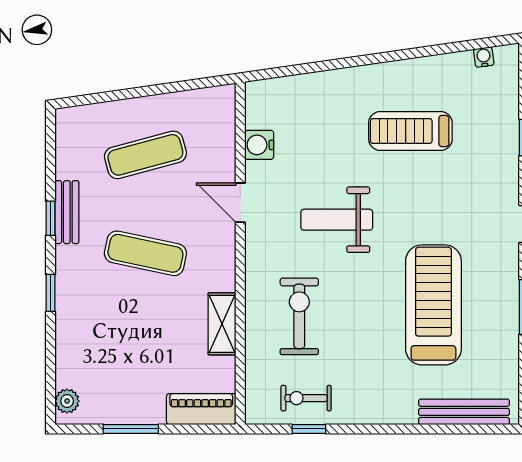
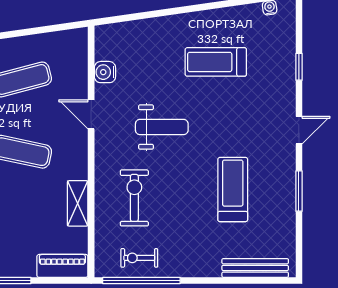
weight bench: (337, 220) -> (162, 127), turned 180
treadmill: (433, 305) -> (233, 189), width x0.73, depth x0.73
window: (309, 429) -> (141, 280), width x3.17

